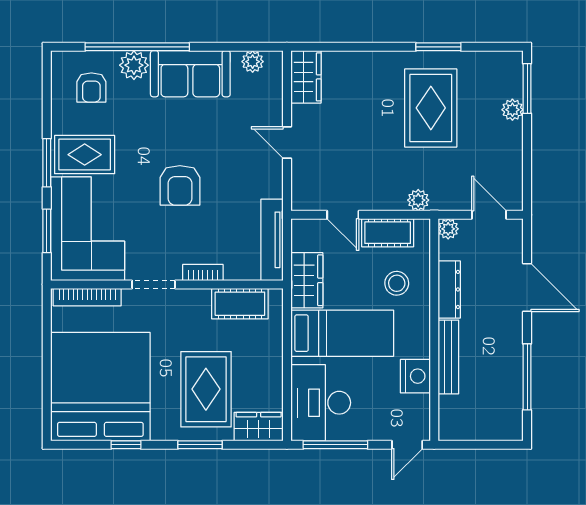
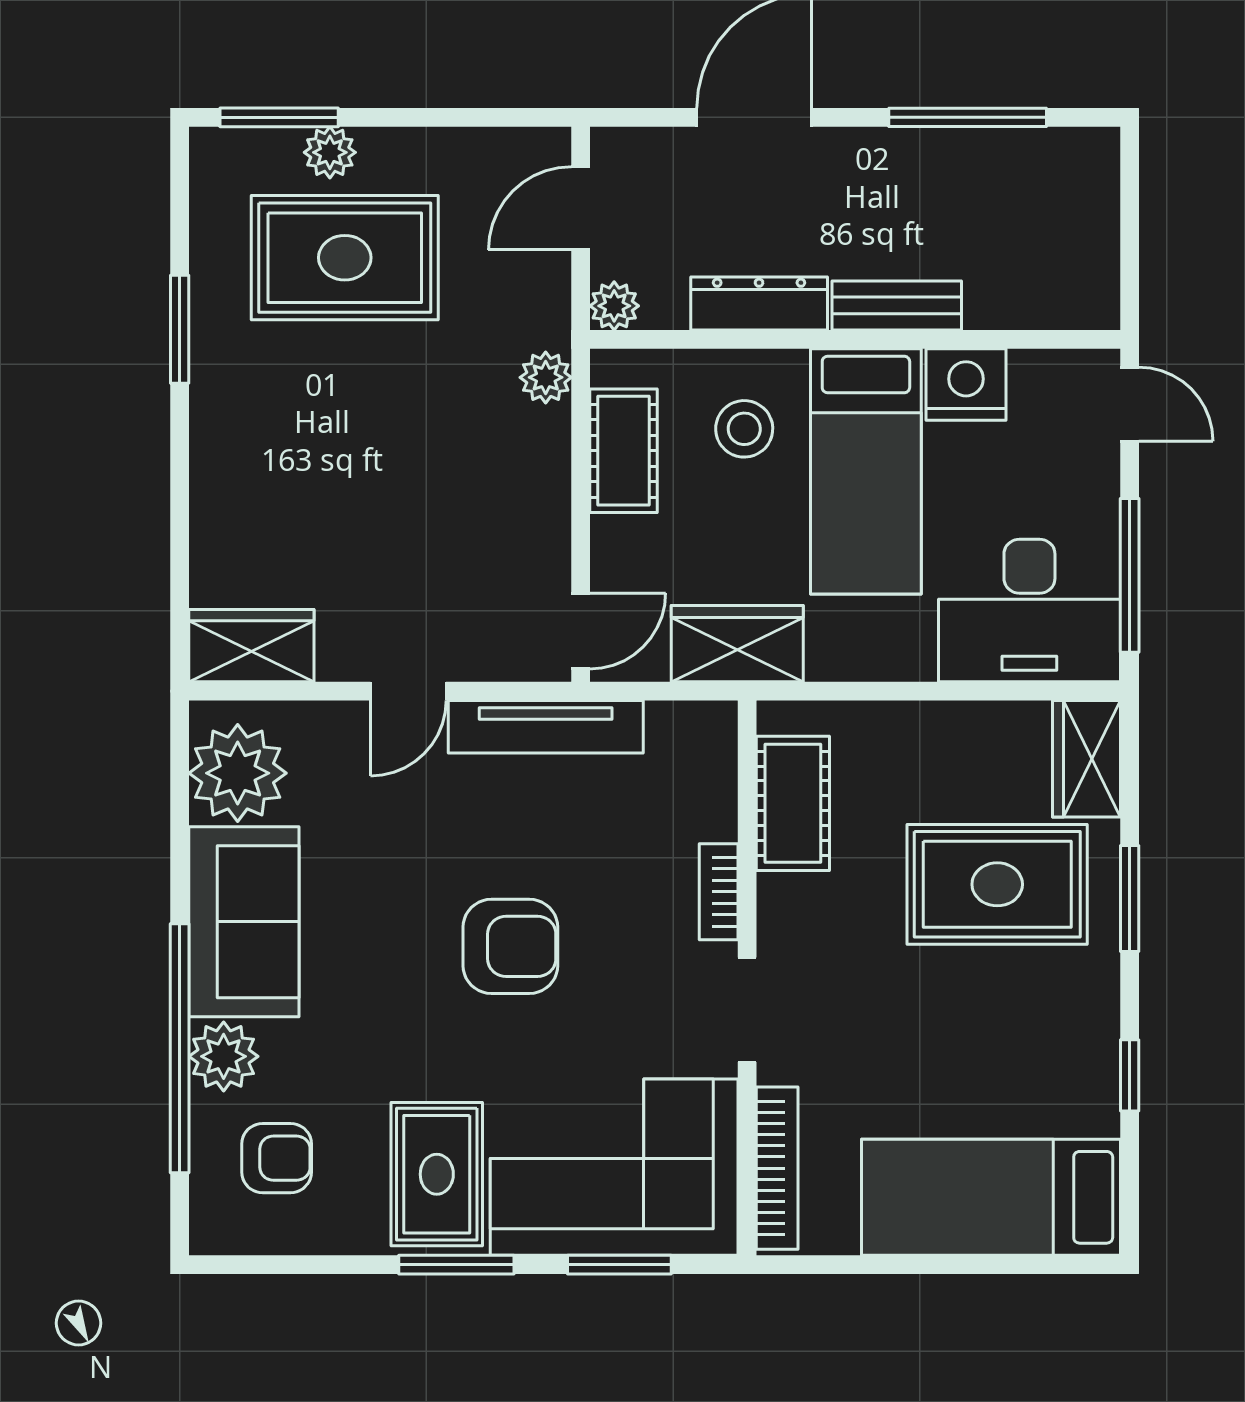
plant: (253, 62) -> (238, 773), width x1.87, depth x1.87
rug: (431, 108) -> (345, 258), moved
door: (343, 215) -> (581, 631), moved
tv unit: (272, 240) -> (546, 727), moved
bed: (342, 333) -> (866, 471), moved, turned 180
bench: (448, 357) -> (897, 306), width x0.73
bed: (100, 387) -> (991, 1197), width x0.49

